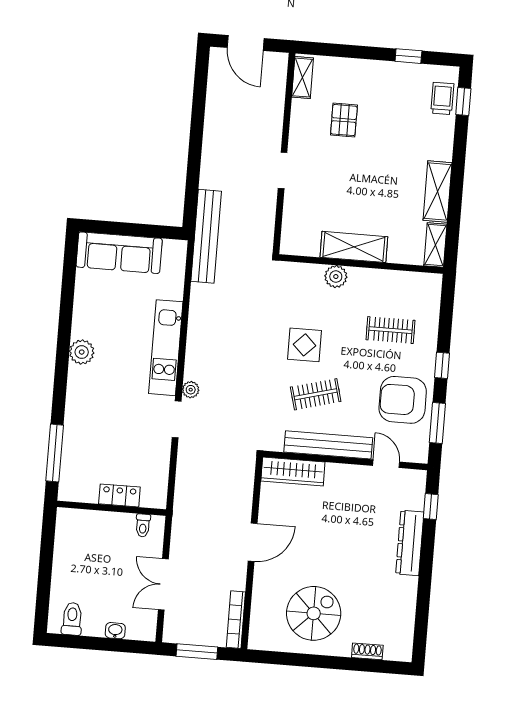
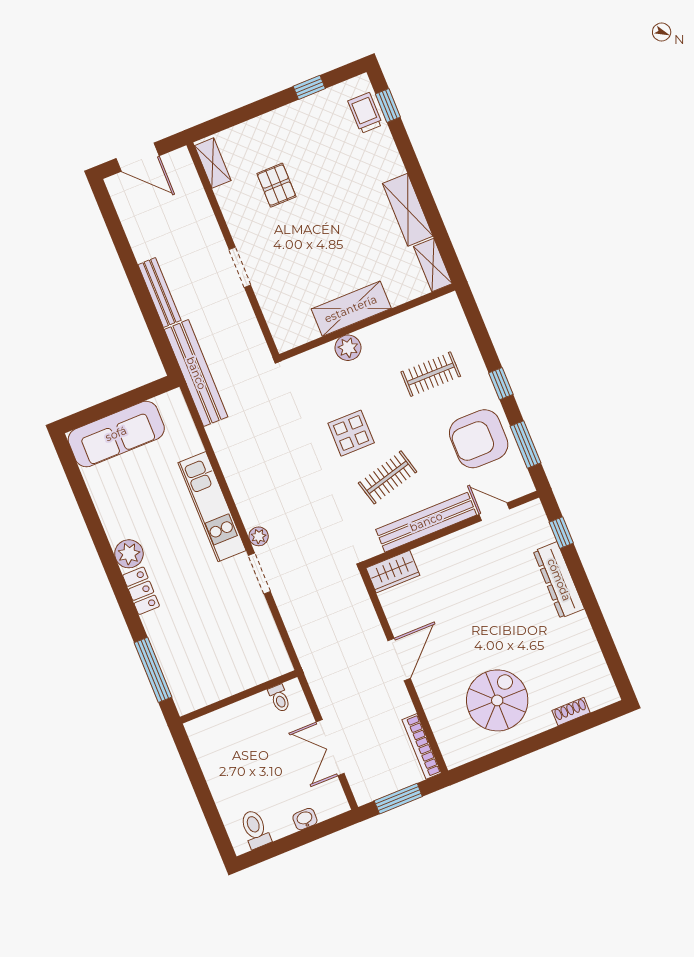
bench: (209, 158) -> (159, 292), added
wardrobe: (293, 472) -> (393, 572), width x0.67
locker: (119, 495) -> (141, 591), moved, turned 90

